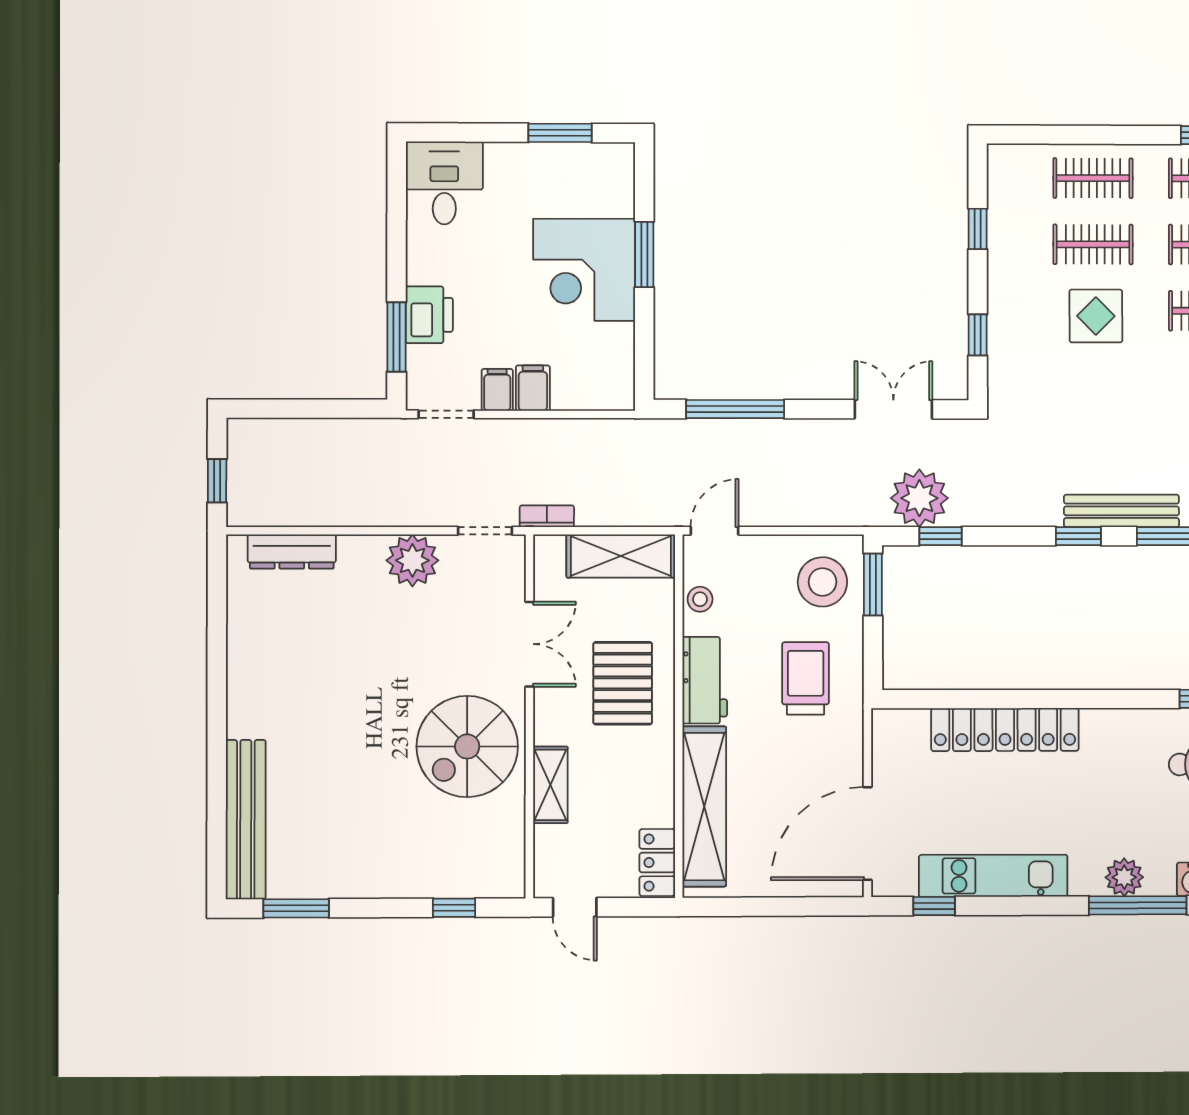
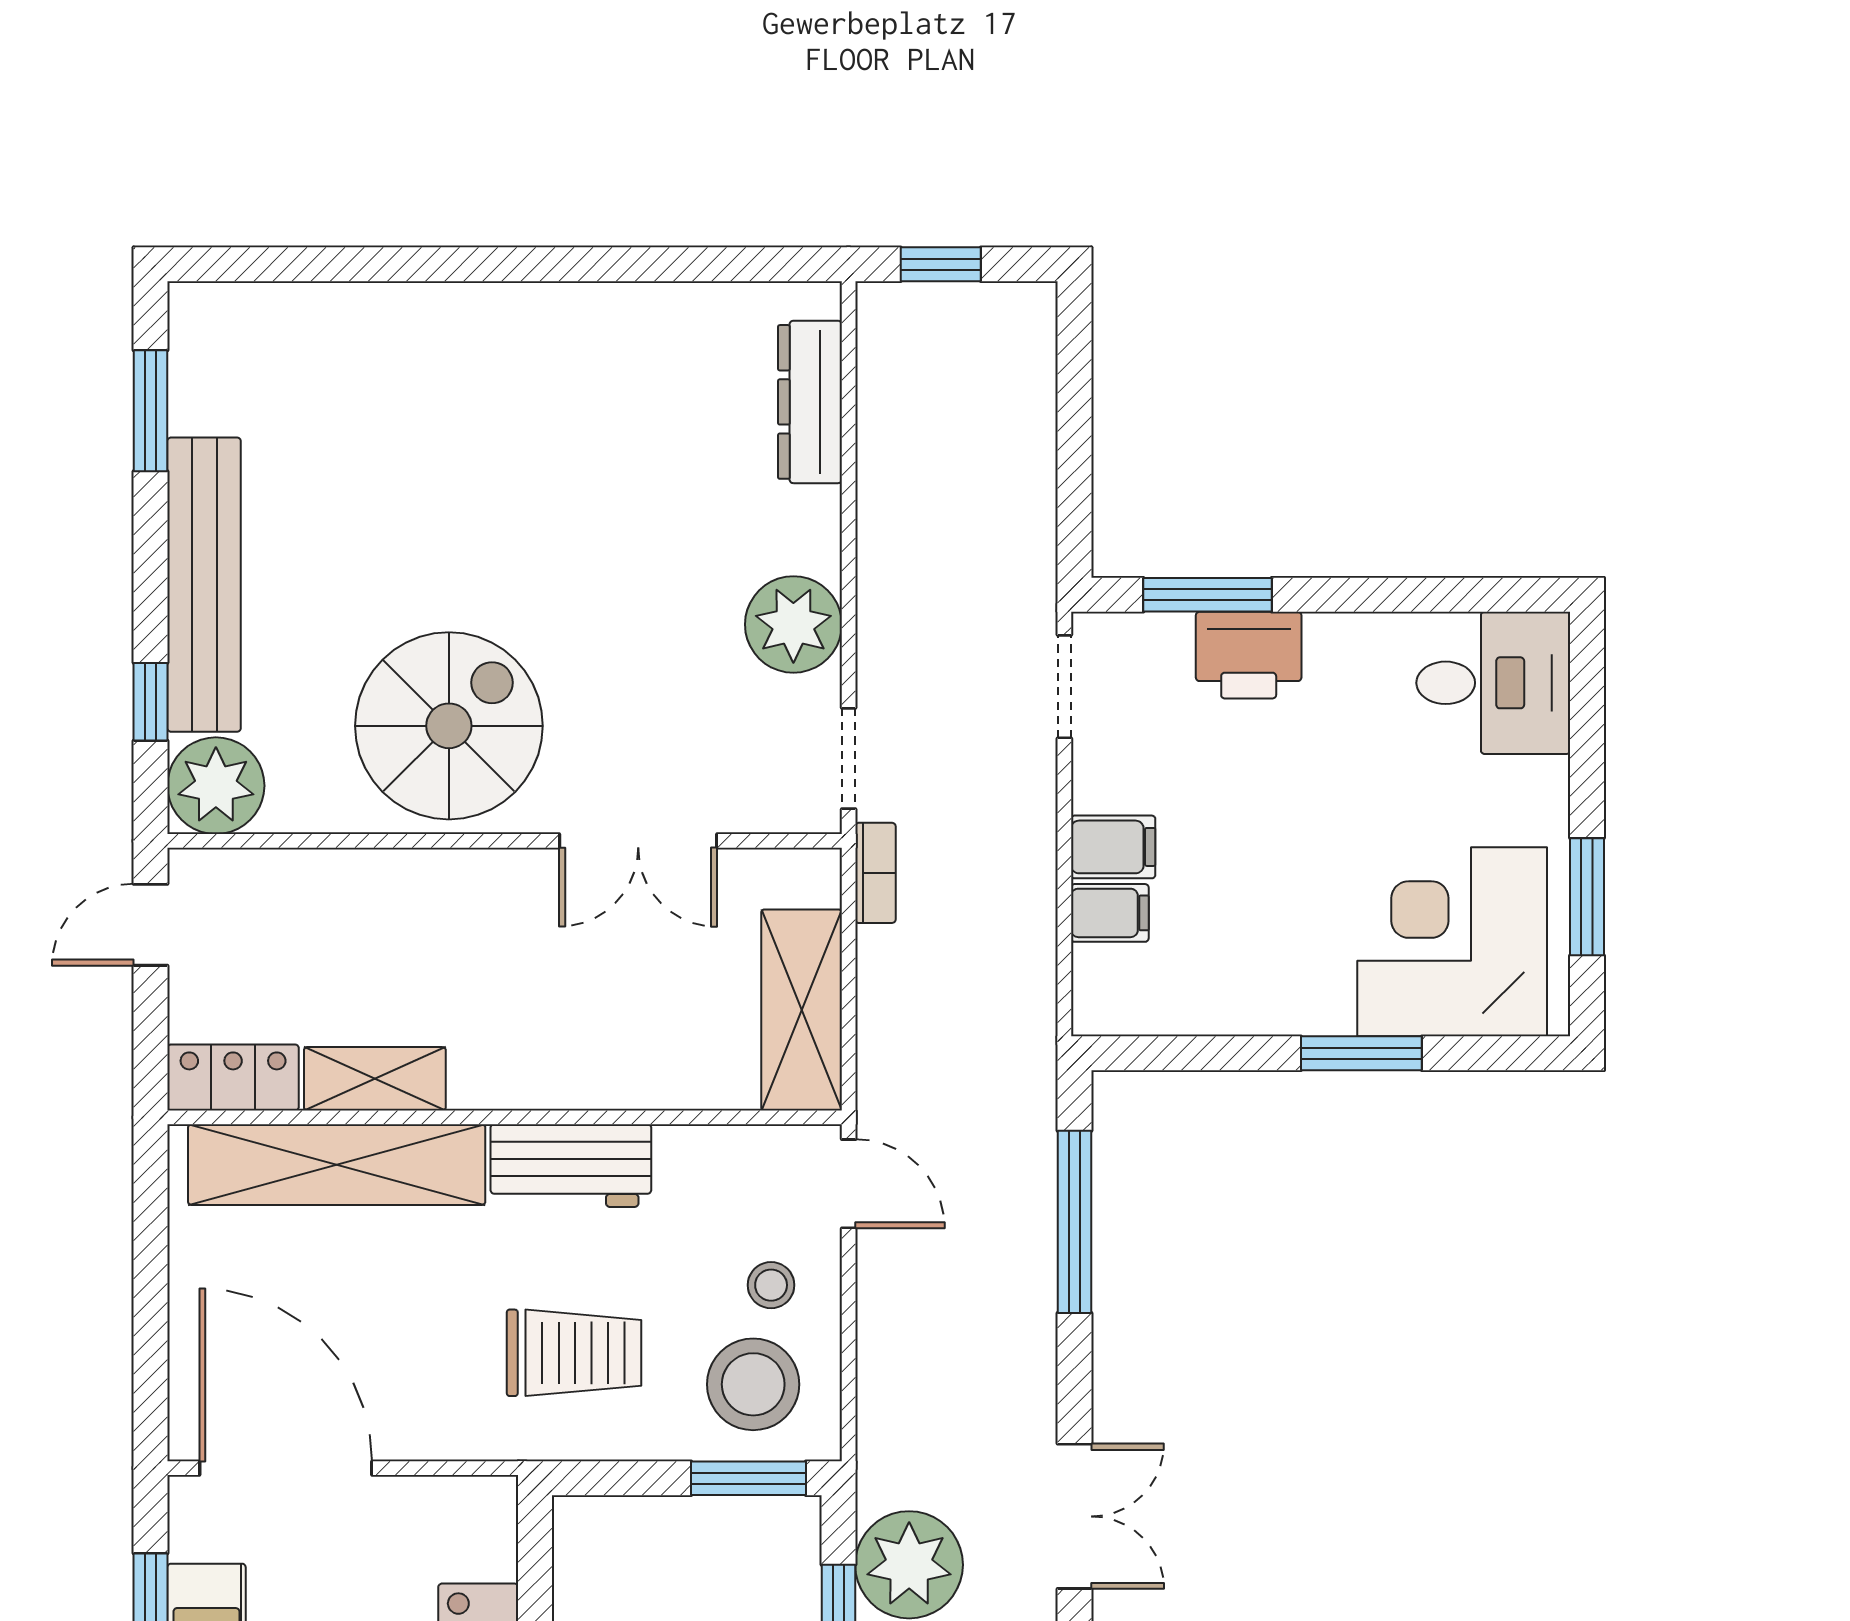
corner desk: (584, 270) -> (1452, 942), moved
filing cabinet: (497, 390) -> (1110, 913), moved
stool: (700, 599) -> (771, 1285), moved
pallet: (623, 683) -> (565, 1013), removed
spiral stairs: (467, 746) -> (449, 726), turned 90
shelving: (550, 785) -> (375, 1079), moved
bench: (246, 820) -> (204, 585), moved, turned 90
plant: (500, 872) -> (216, 786), added

